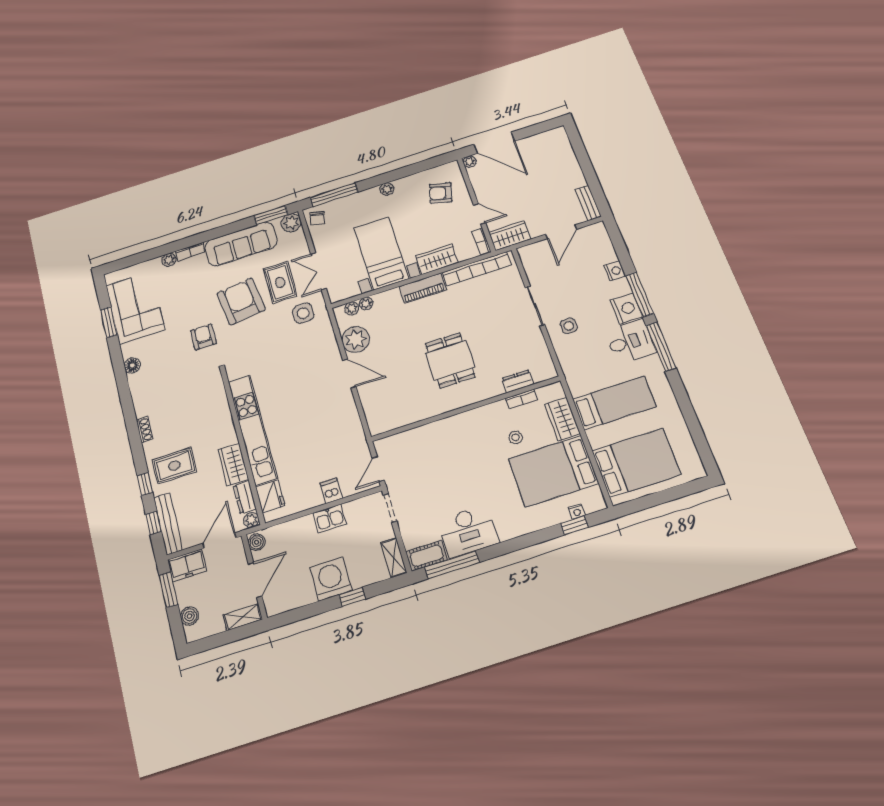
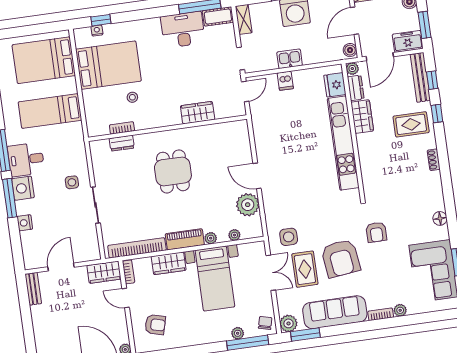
plant: (387, 189) -> (238, 333), moved
plant: (352, 308) -> (211, 238), moved
wardrobe: (563, 419) -> (198, 113), moved, turned -90

